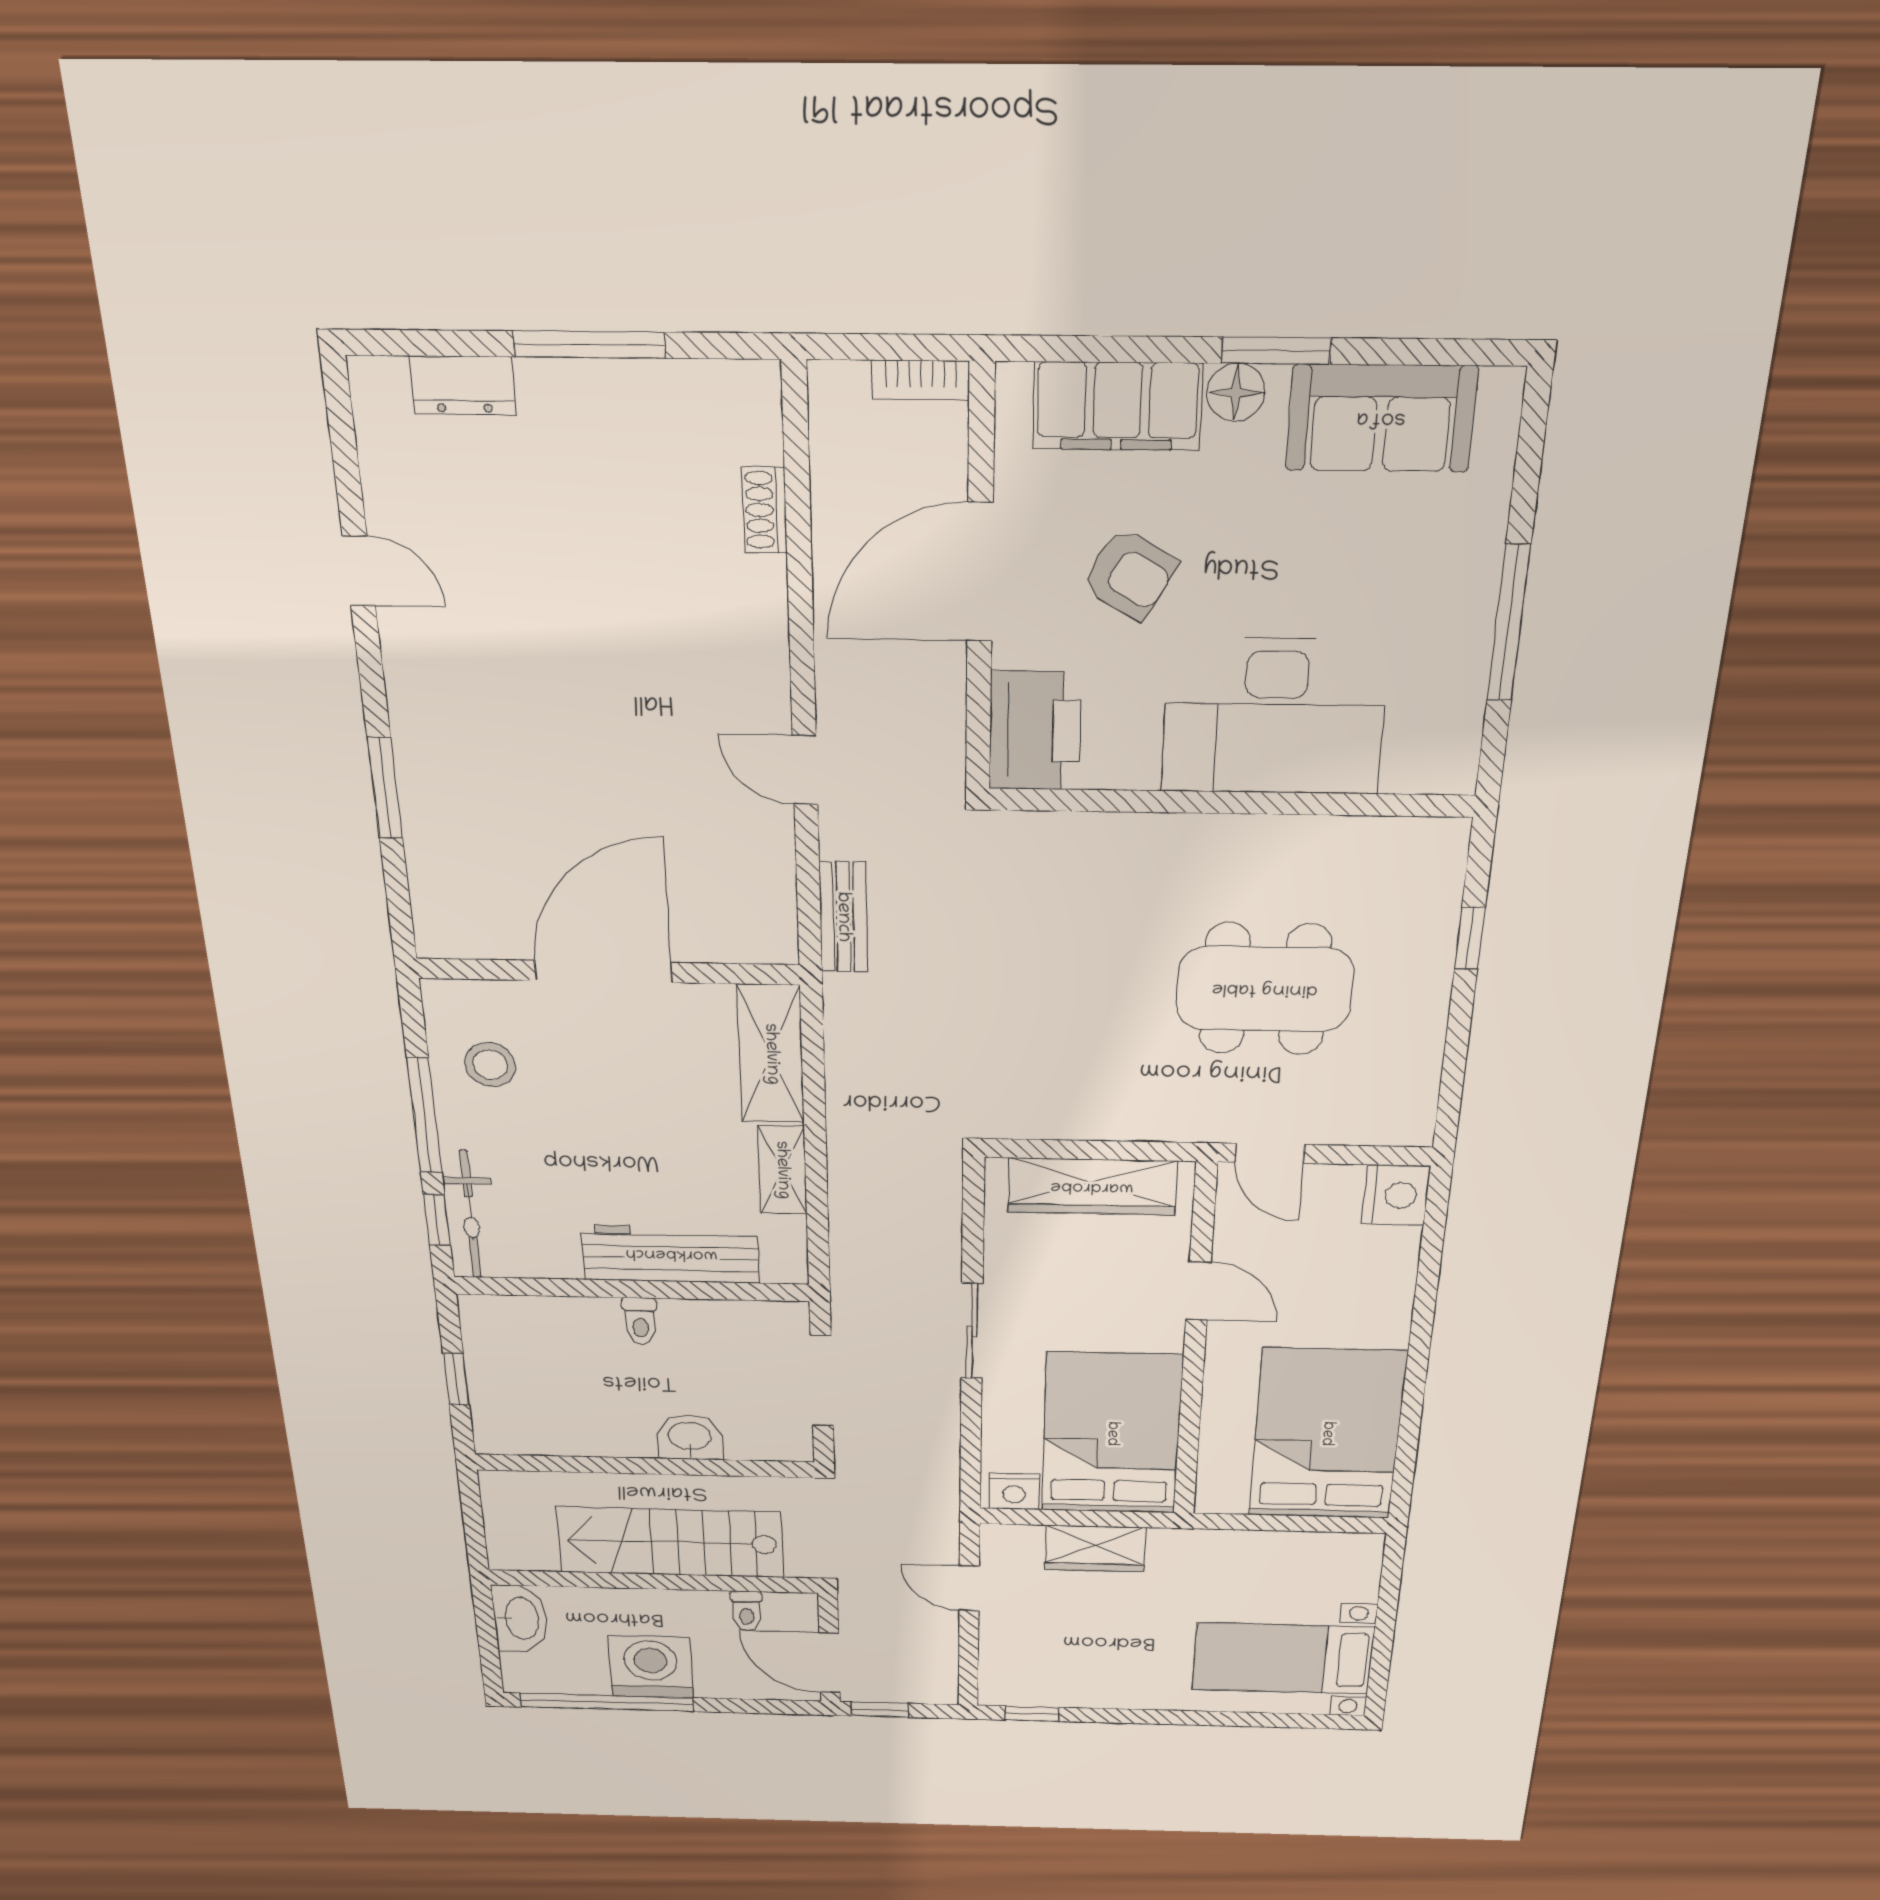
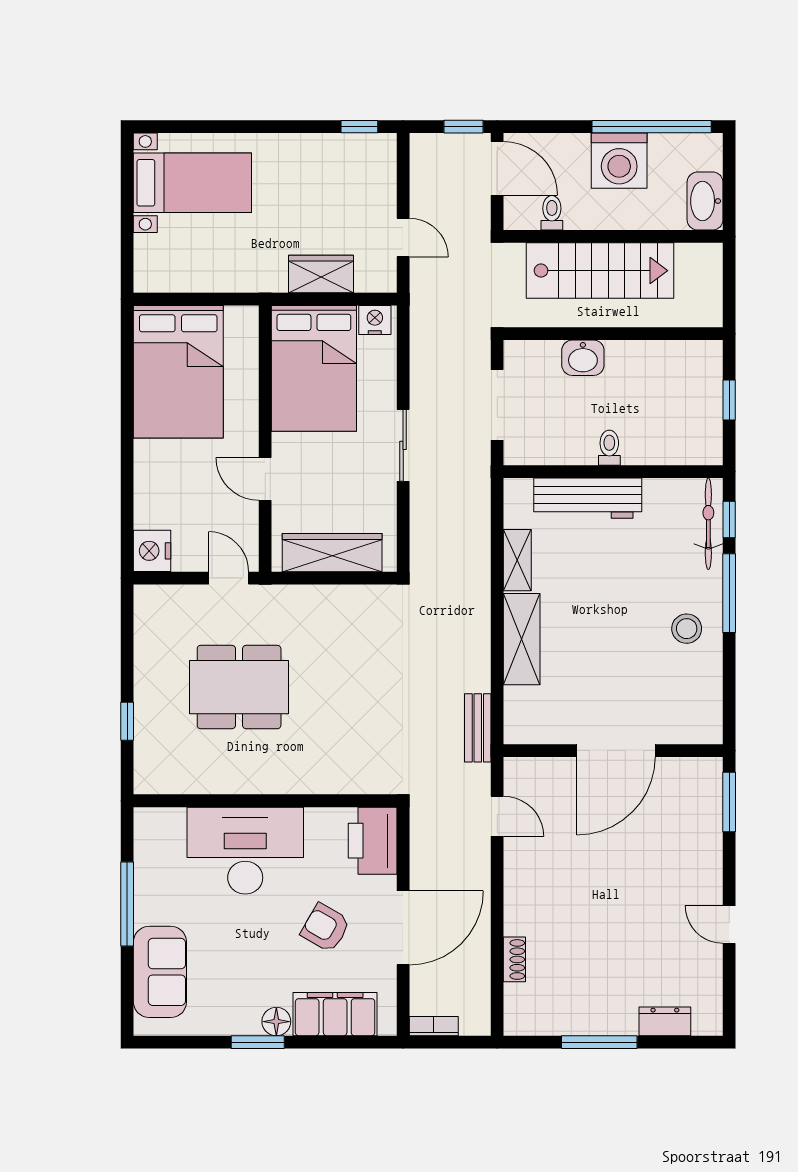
sofa: (1381, 418) -> (160, 972), moved, turned 90
door: (603, 972) -> (616, 751), moved
wall: (608, 972) -> (613, 751), moved

